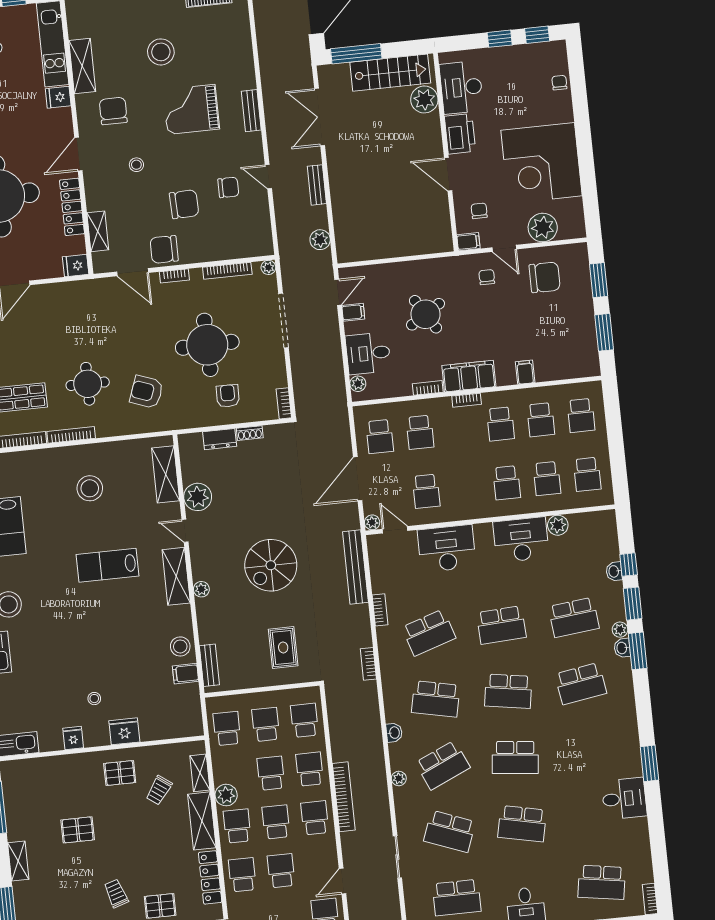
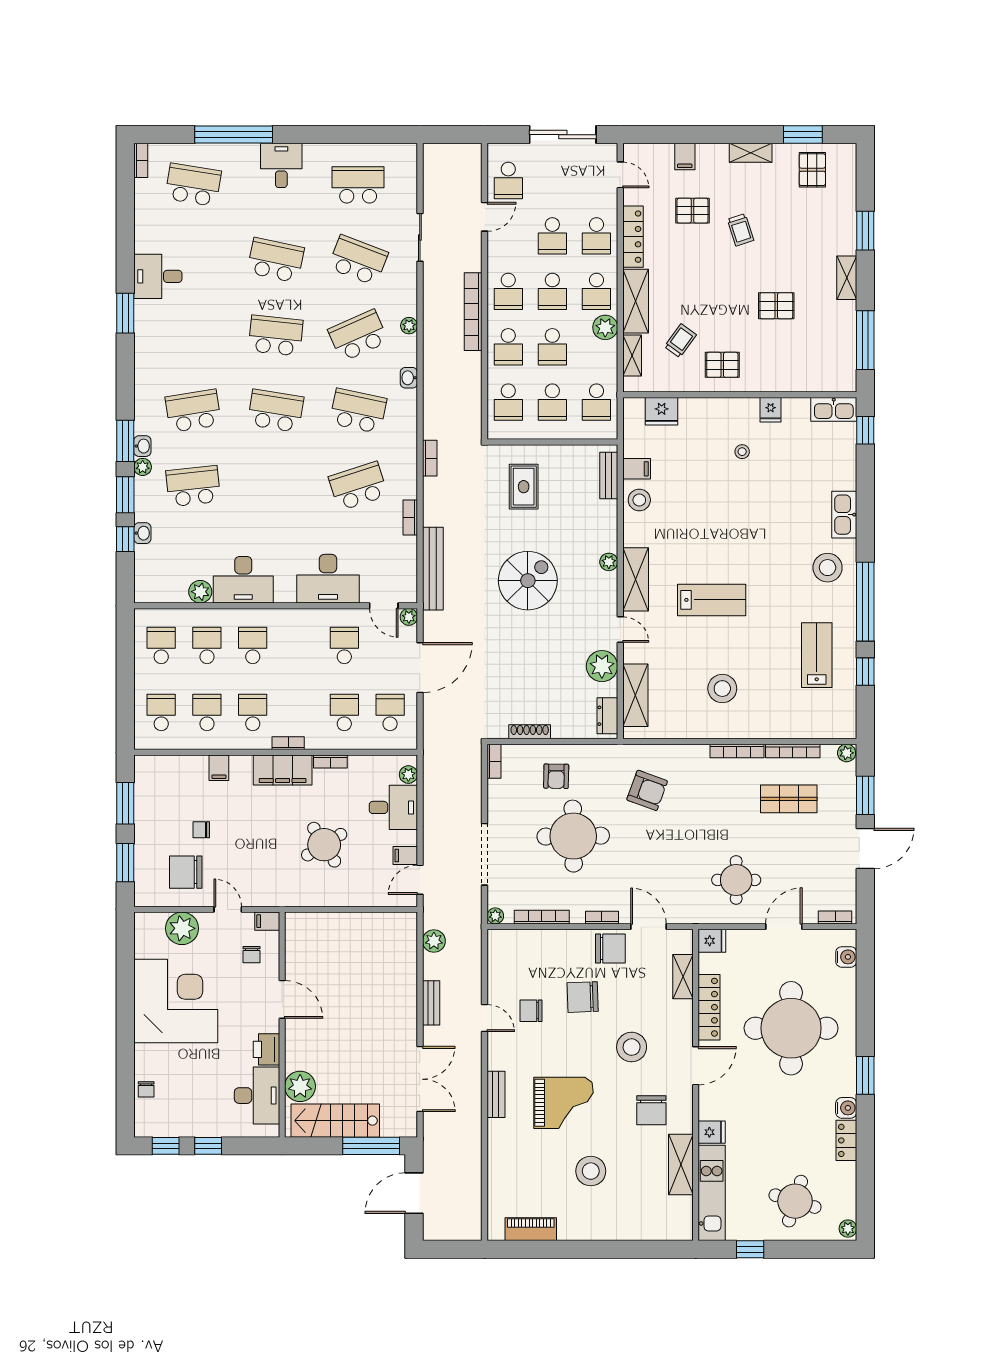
printer: (460, 134) -> (266, 1049), width x0.73, depth x0.84
stool: (136, 165) -> (632, 1047), width x1.89, depth x1.89
chair: (487, 277) -> (201, 830), moved, turned 90
round table: (88, 384) -> (736, 880), moved
shoe rack: (250, 433) -> (530, 732), width x1.43
dresser: (220, 439) -> (607, 716), moved, turned -90
school desk: (501, 625) -> (276, 486), removed
fridge: (124, 731) -> (662, 411), moved

